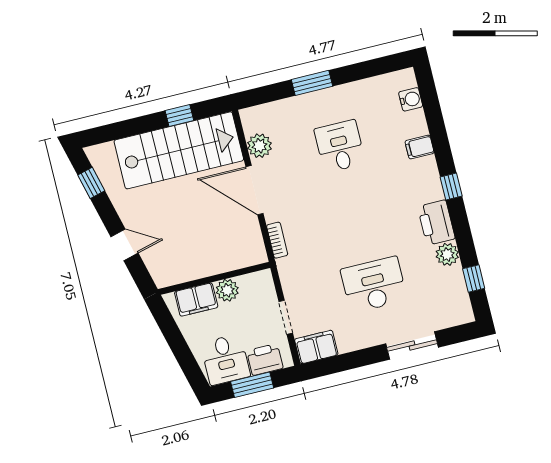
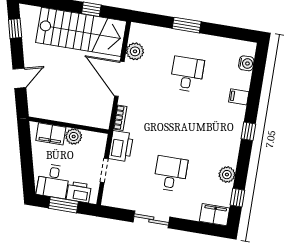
printer: (436, 223) -> (121, 146), moved, turned 180
door: (124, 245) -> (19, 78), hinge flipped
desk: (374, 285) -> (171, 174), width x0.73
sliding door: (412, 345) -> (151, 219), moved
filing cabinet: (316, 347) -> (215, 215), moved

